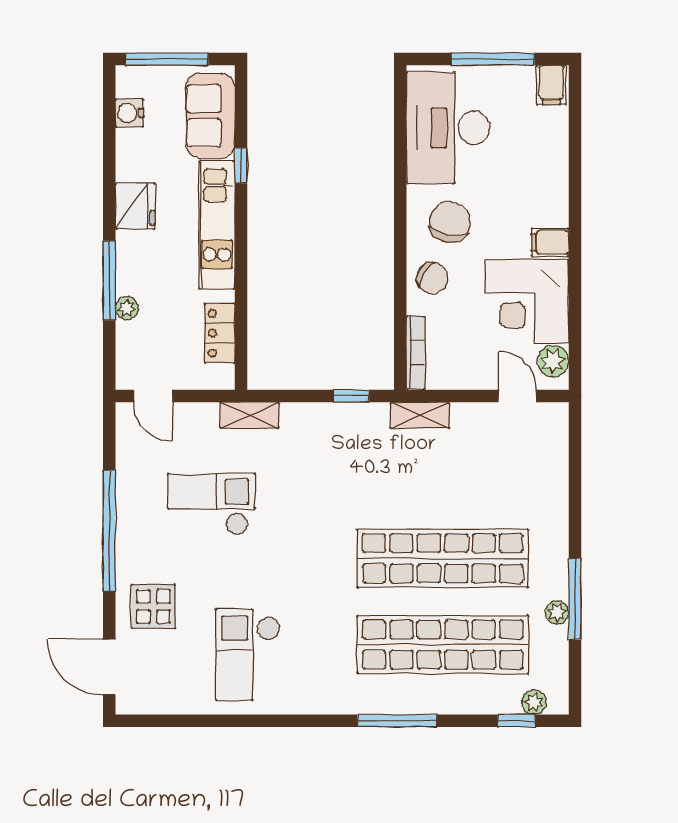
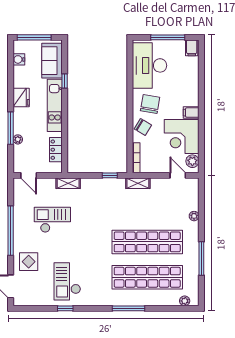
plant: (557, 612) -> (194, 216), moved
window: (516, 721) -> (65, 308), moved

